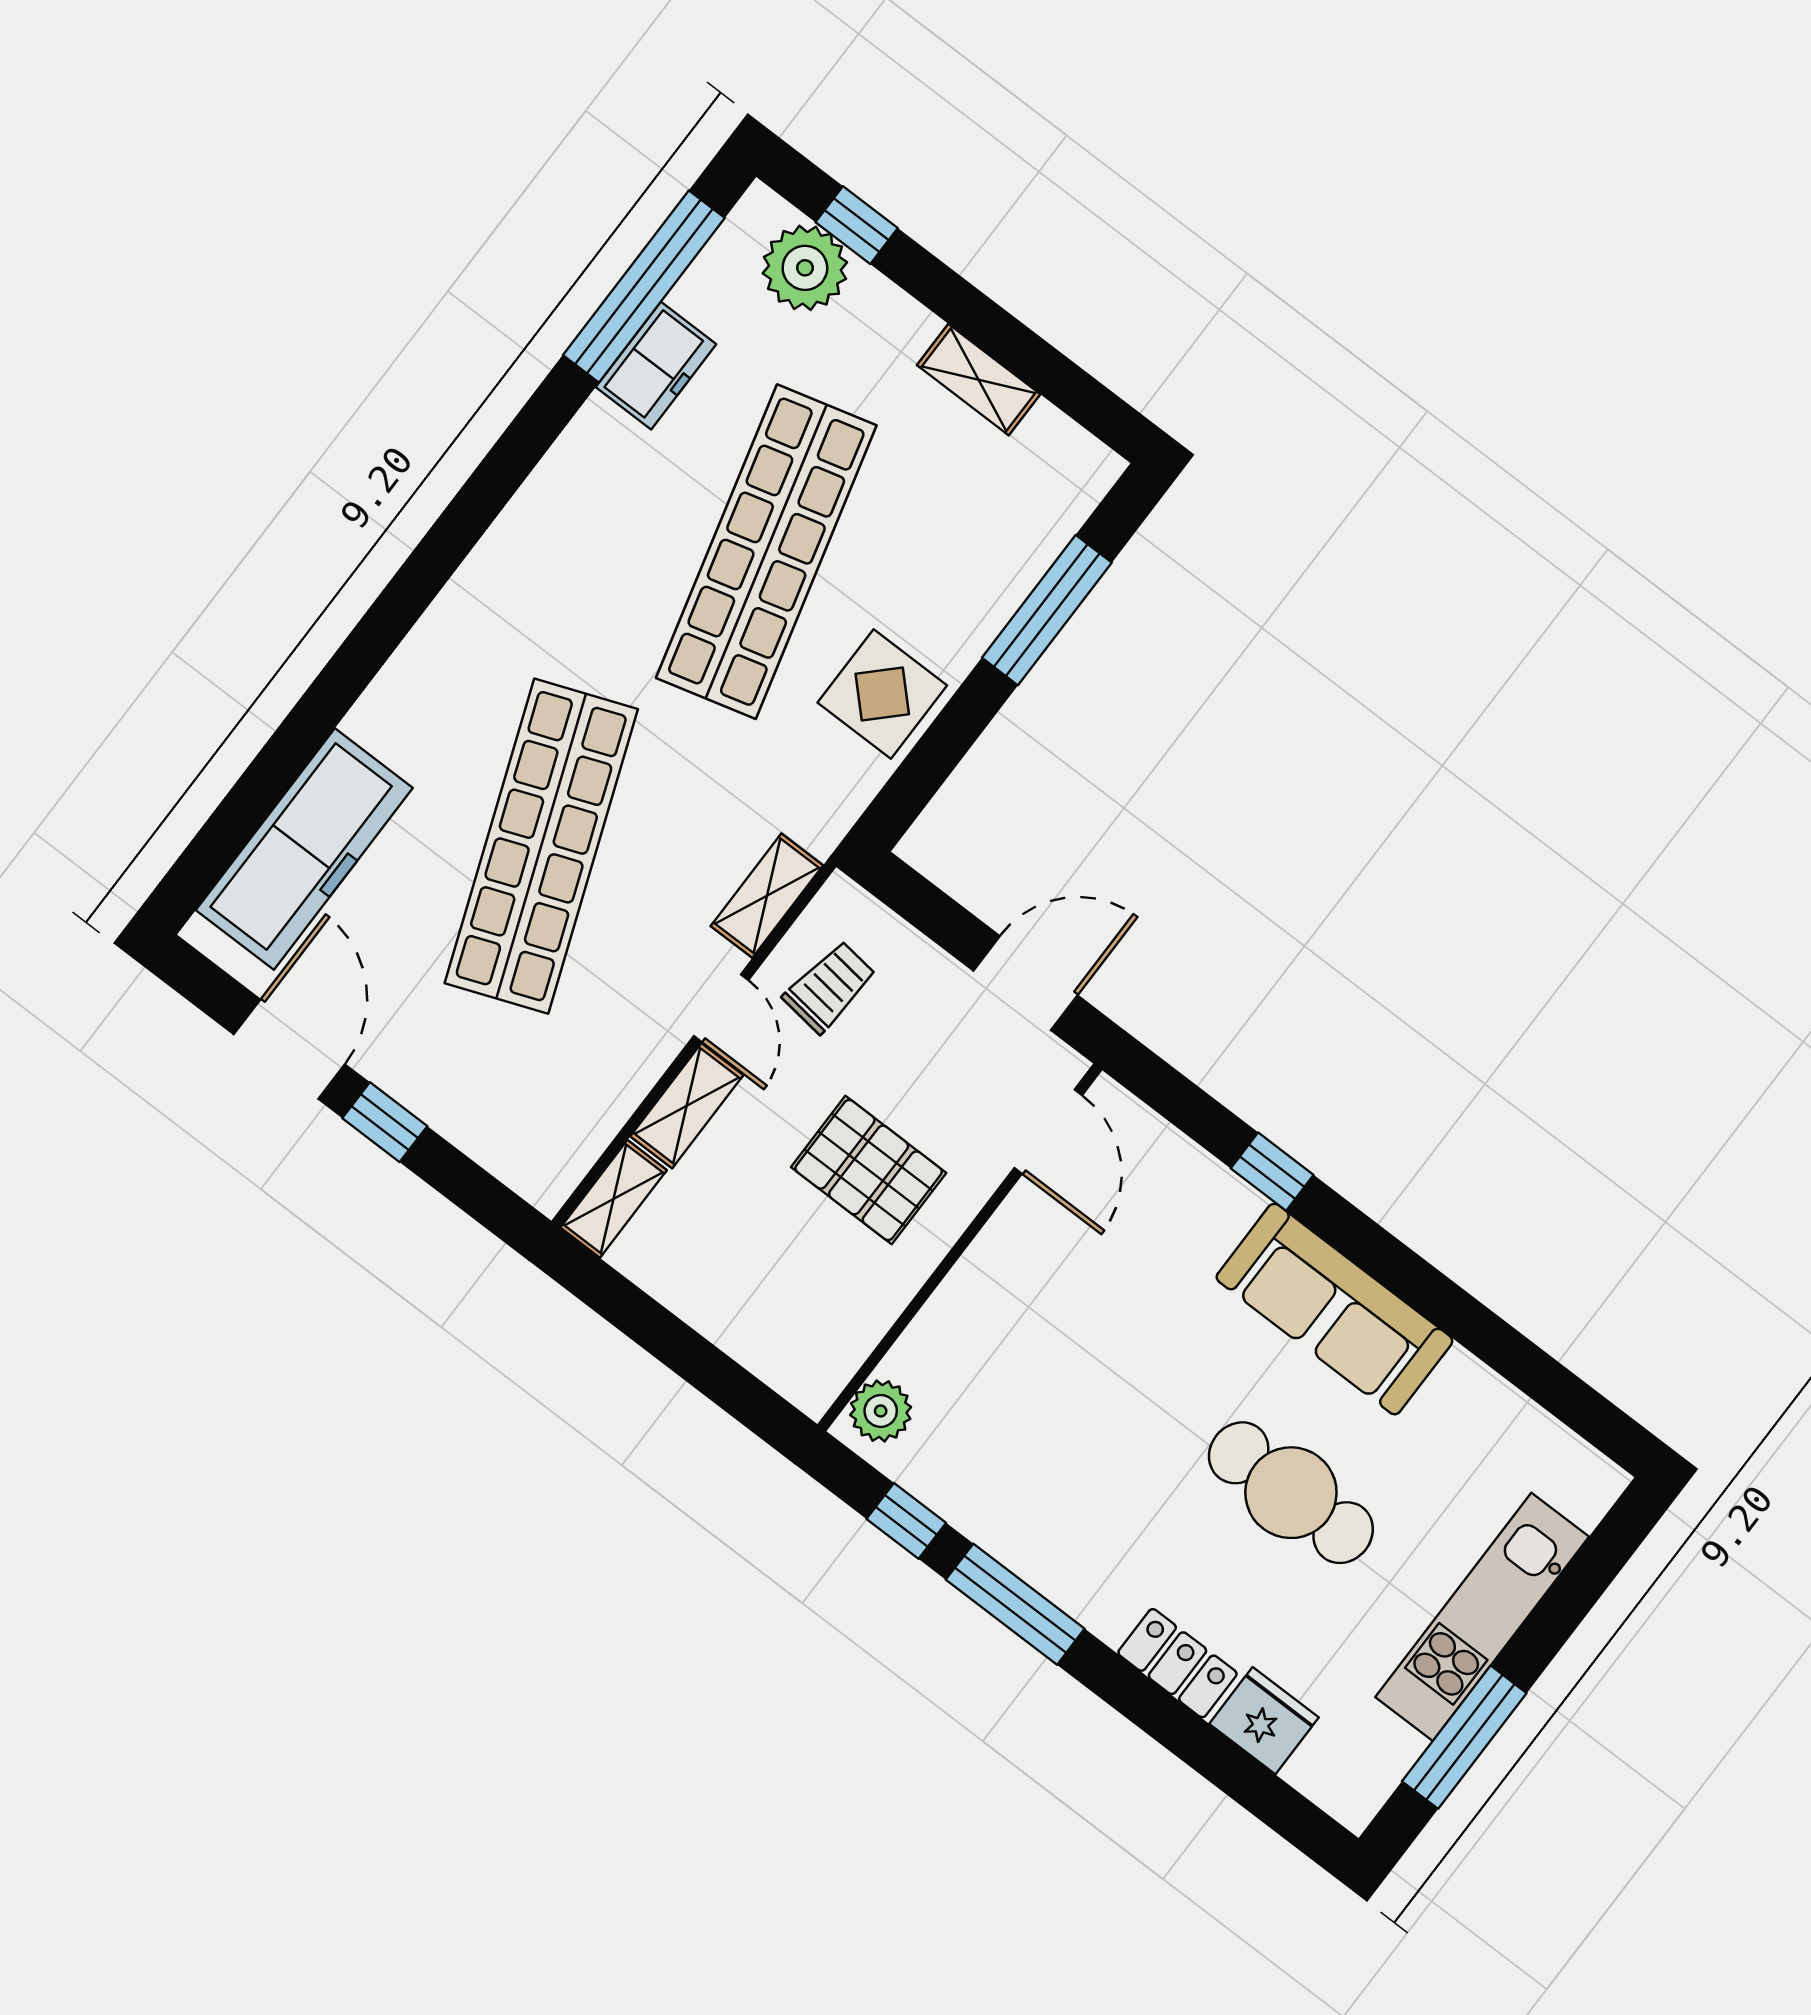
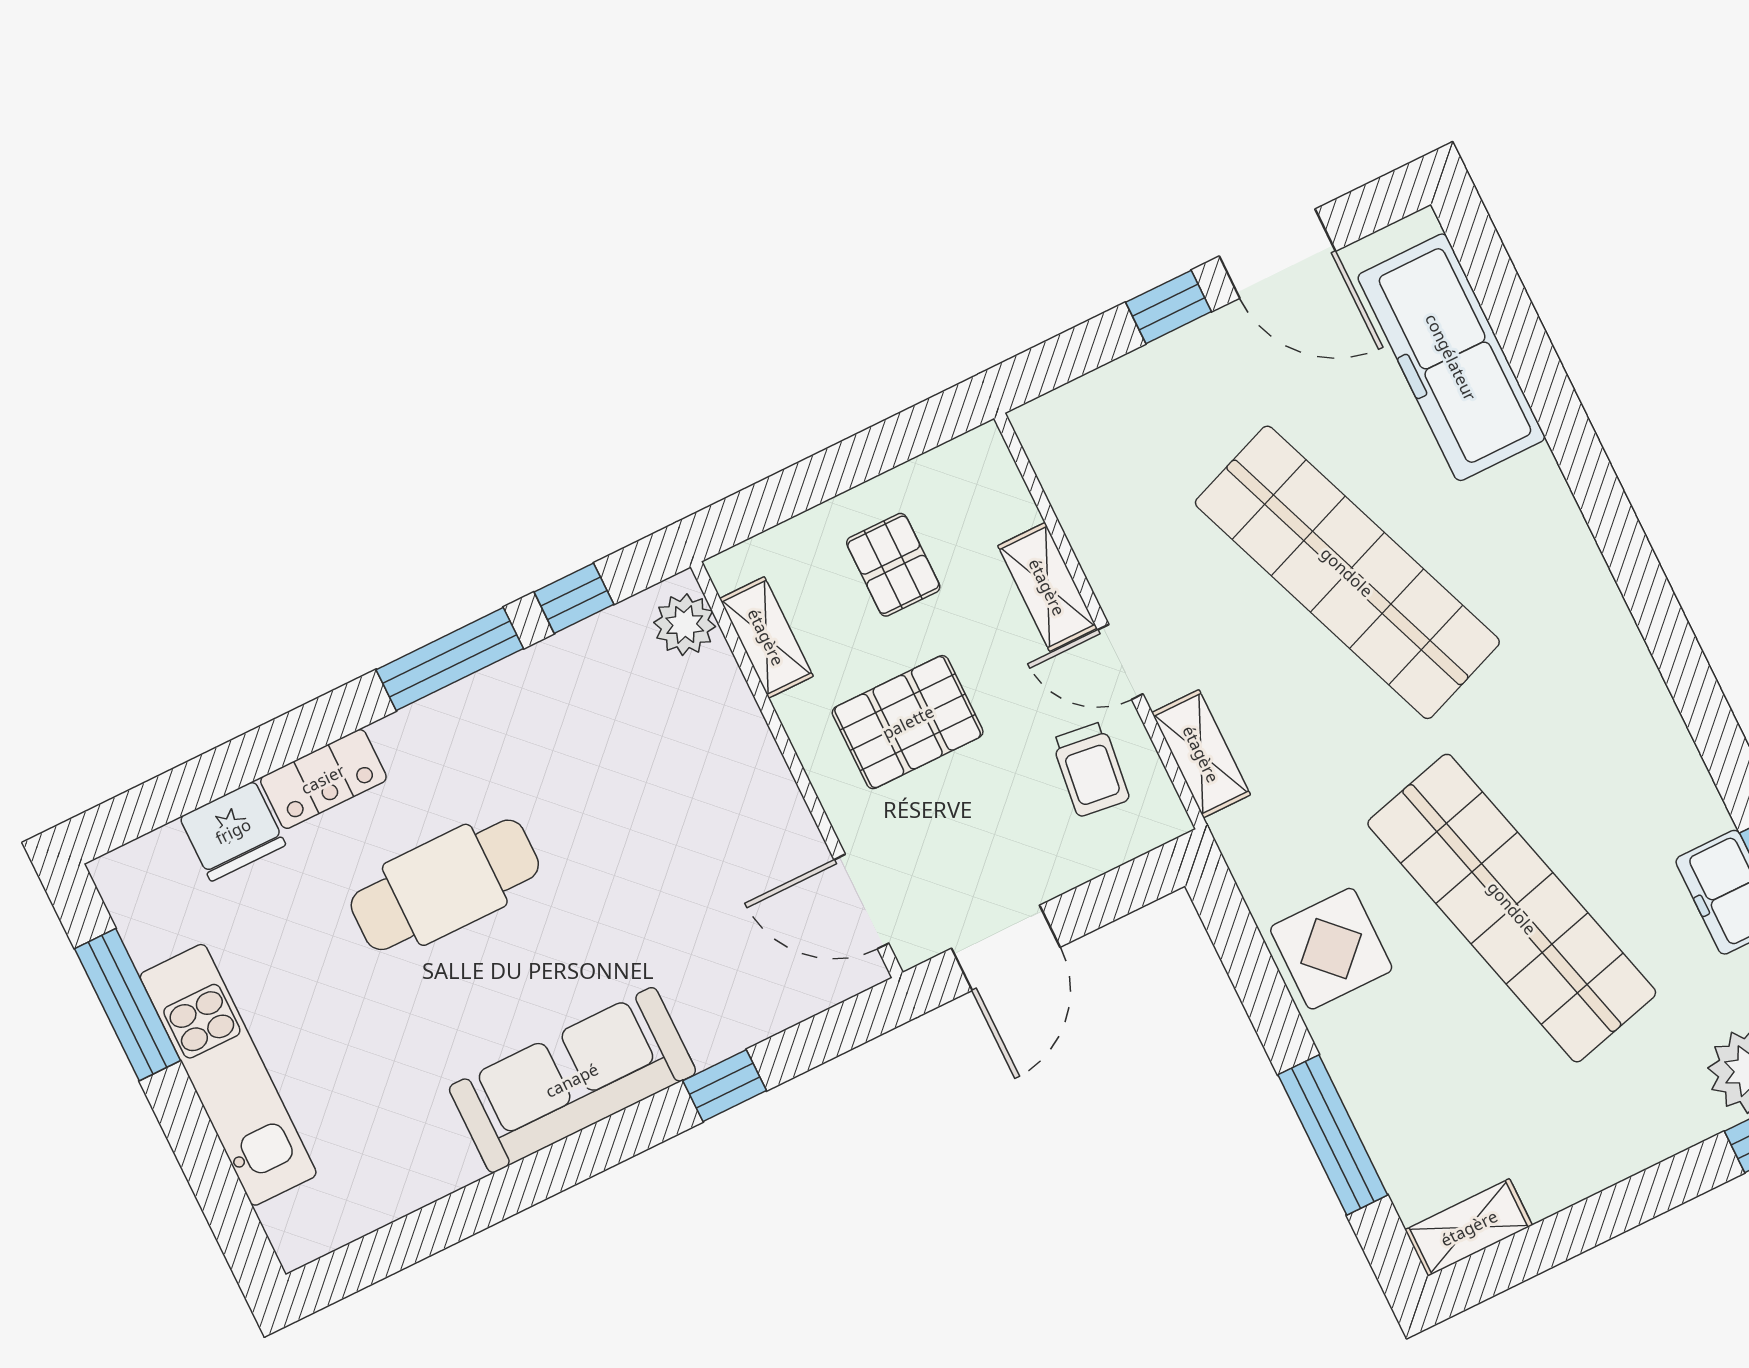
shelving: (979, 380) -> (1469, 1228), moved
shelving: (614, 1199) -> (766, 637), moved
pallet: (735, 1252) -> (893, 565), added
cafe table: (1291, 1493) -> (445, 885), moved

